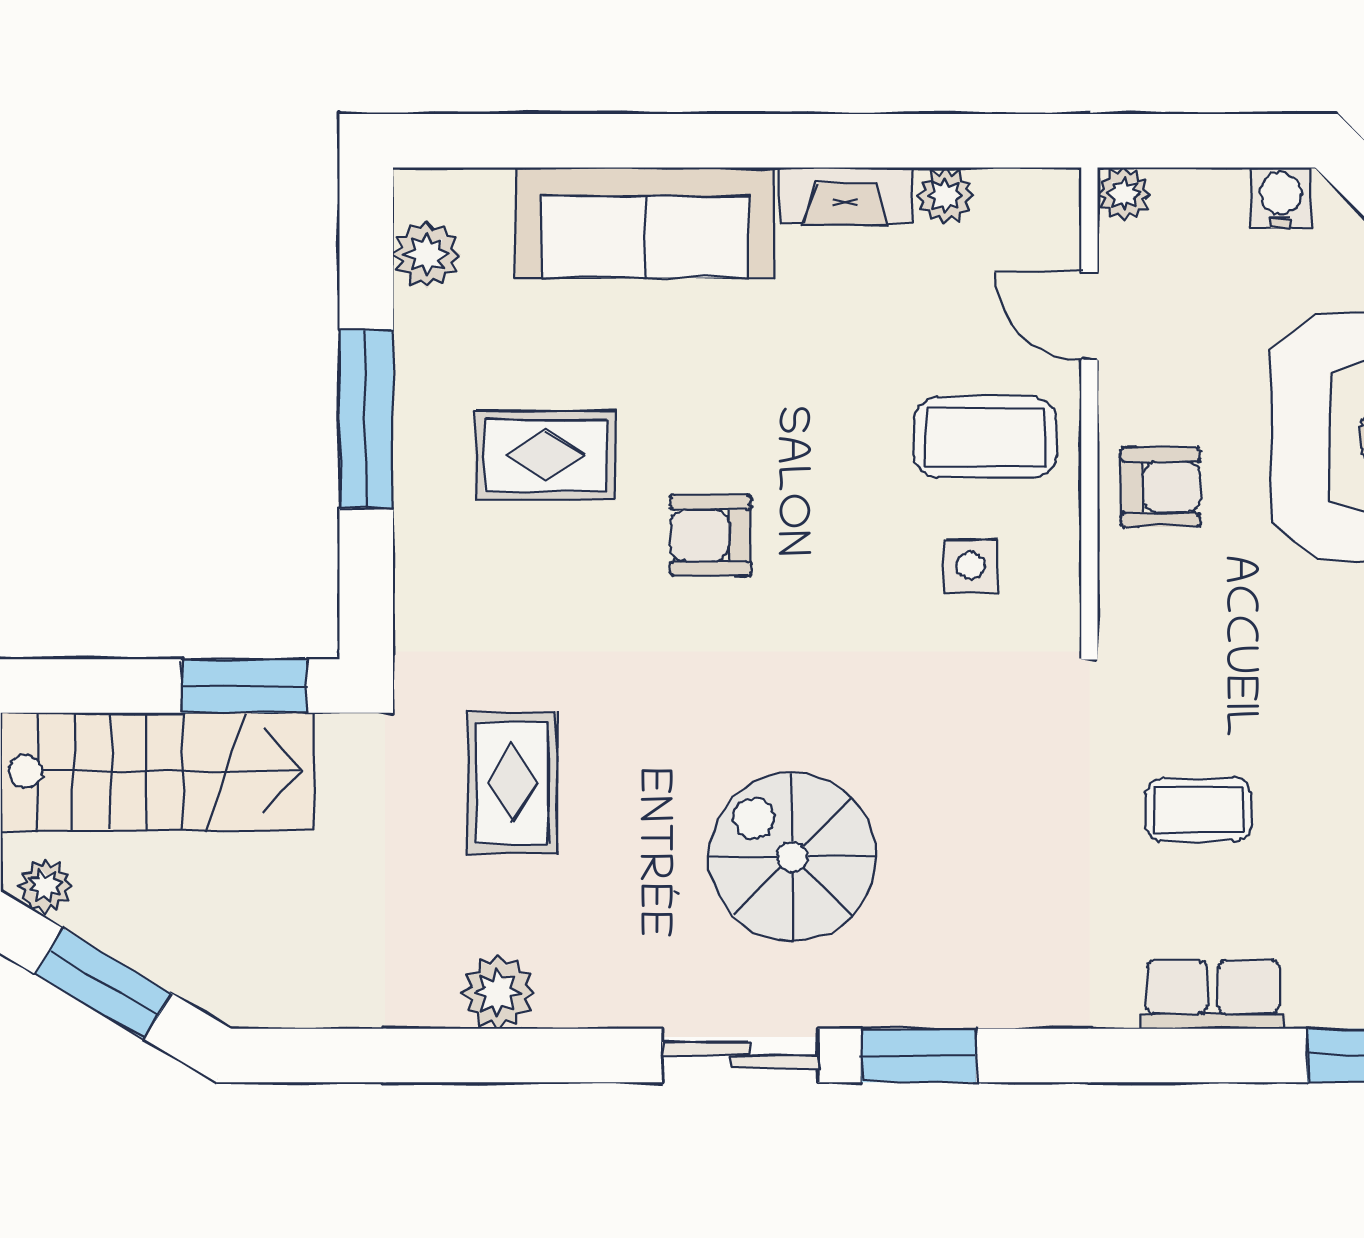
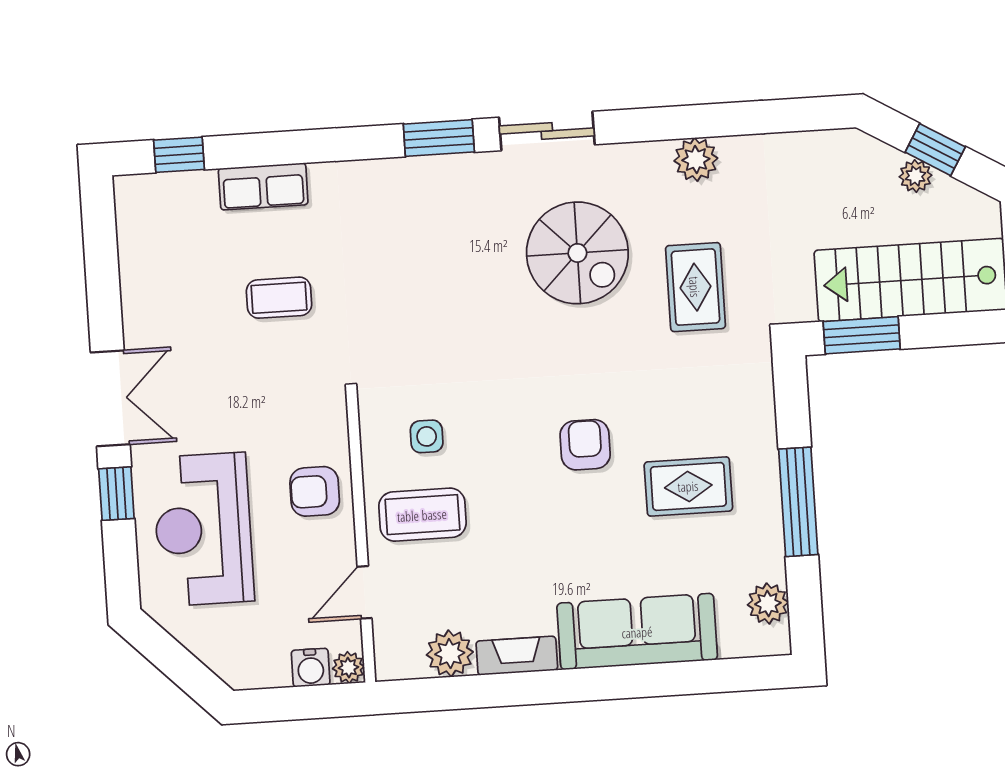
plant: (945, 196) -> (450, 653), width x1.38, depth x1.38
water cooler: (1281, 198) -> (311, 668), moved
door: (1089, 316) -> (364, 592), swing flipped
armchair: (711, 535) -> (585, 445), turned -90
spiral stairs: (792, 857) -> (577, 253), moved
plant: (45, 887) -> (916, 176), moved
window: (103, 984) -> (935, 150), width x0.67

